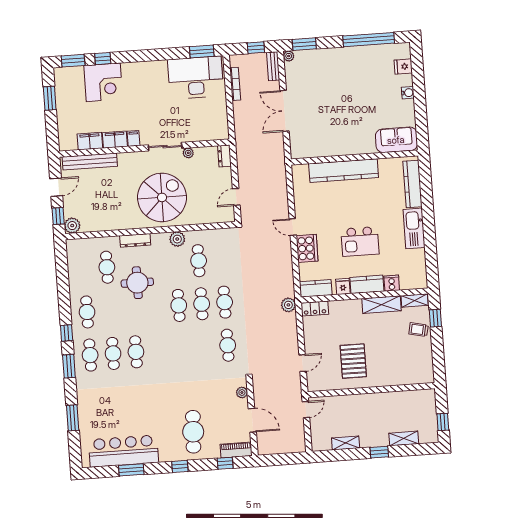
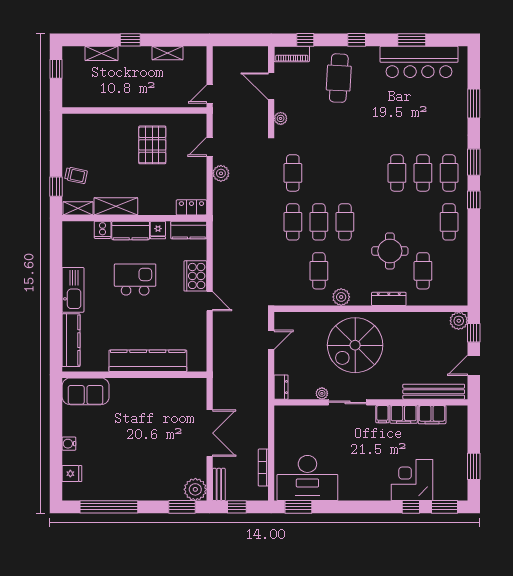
plant: (289, 56) -> (195, 489), width x1.87, depth x1.87
plant: (288, 305) -> (221, 173), moved

